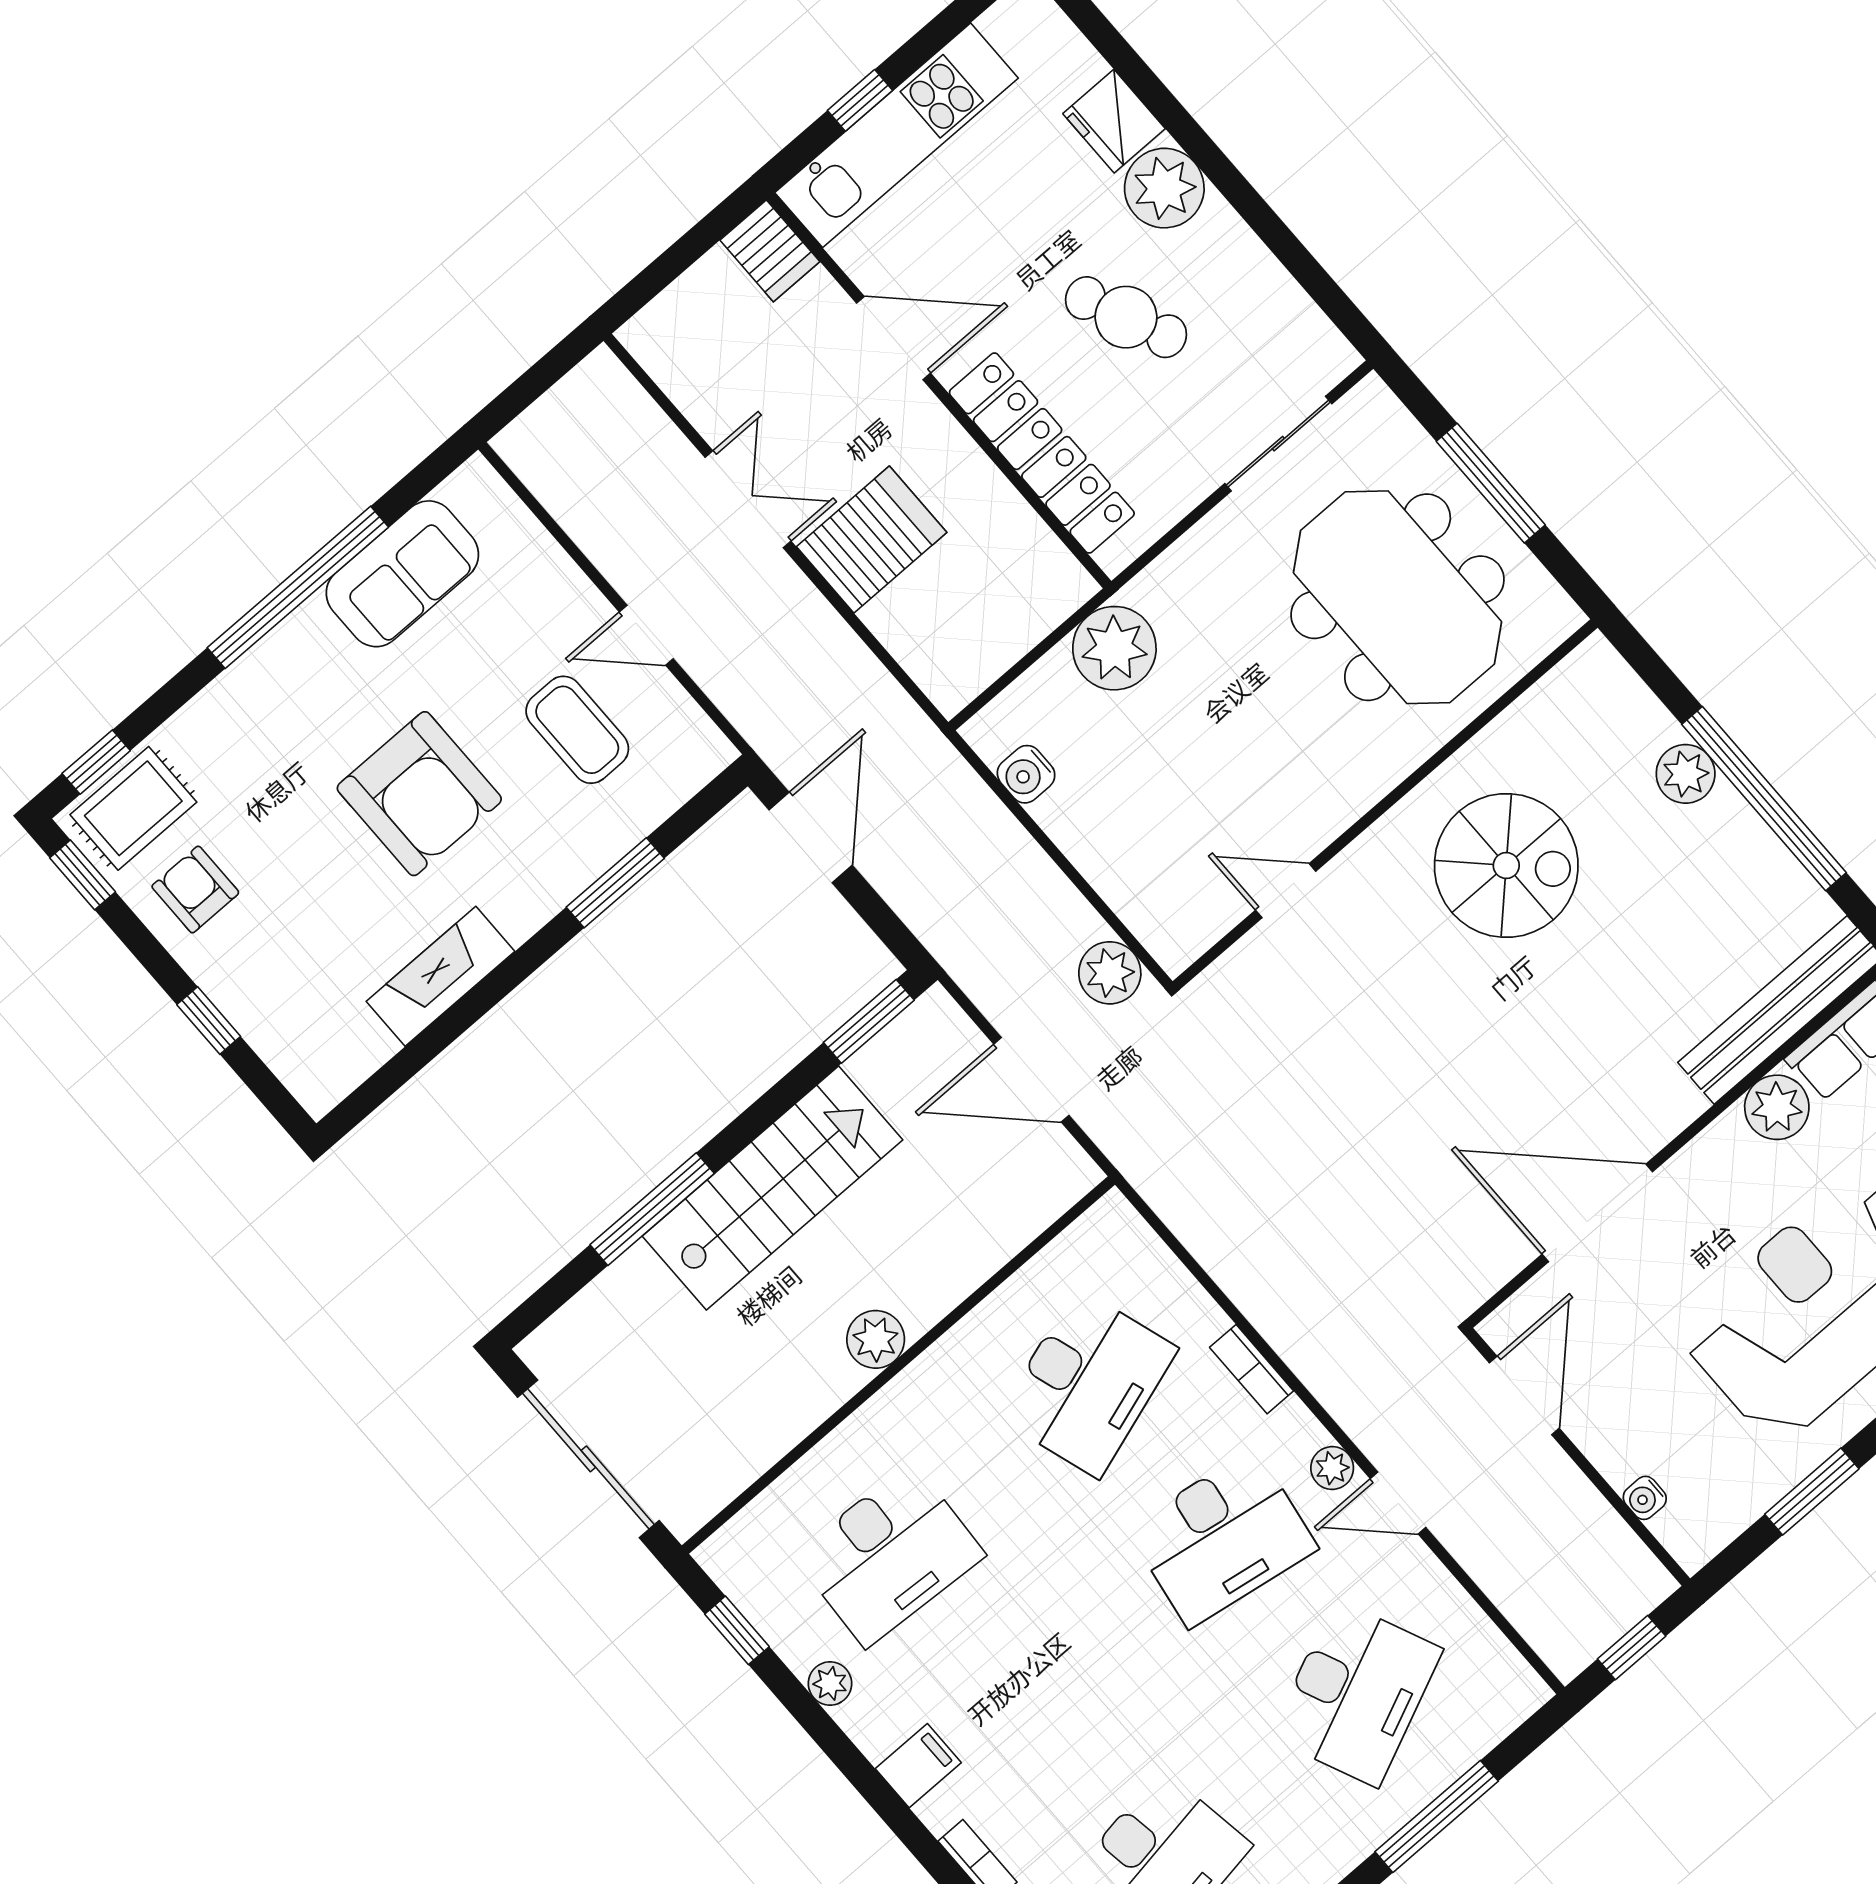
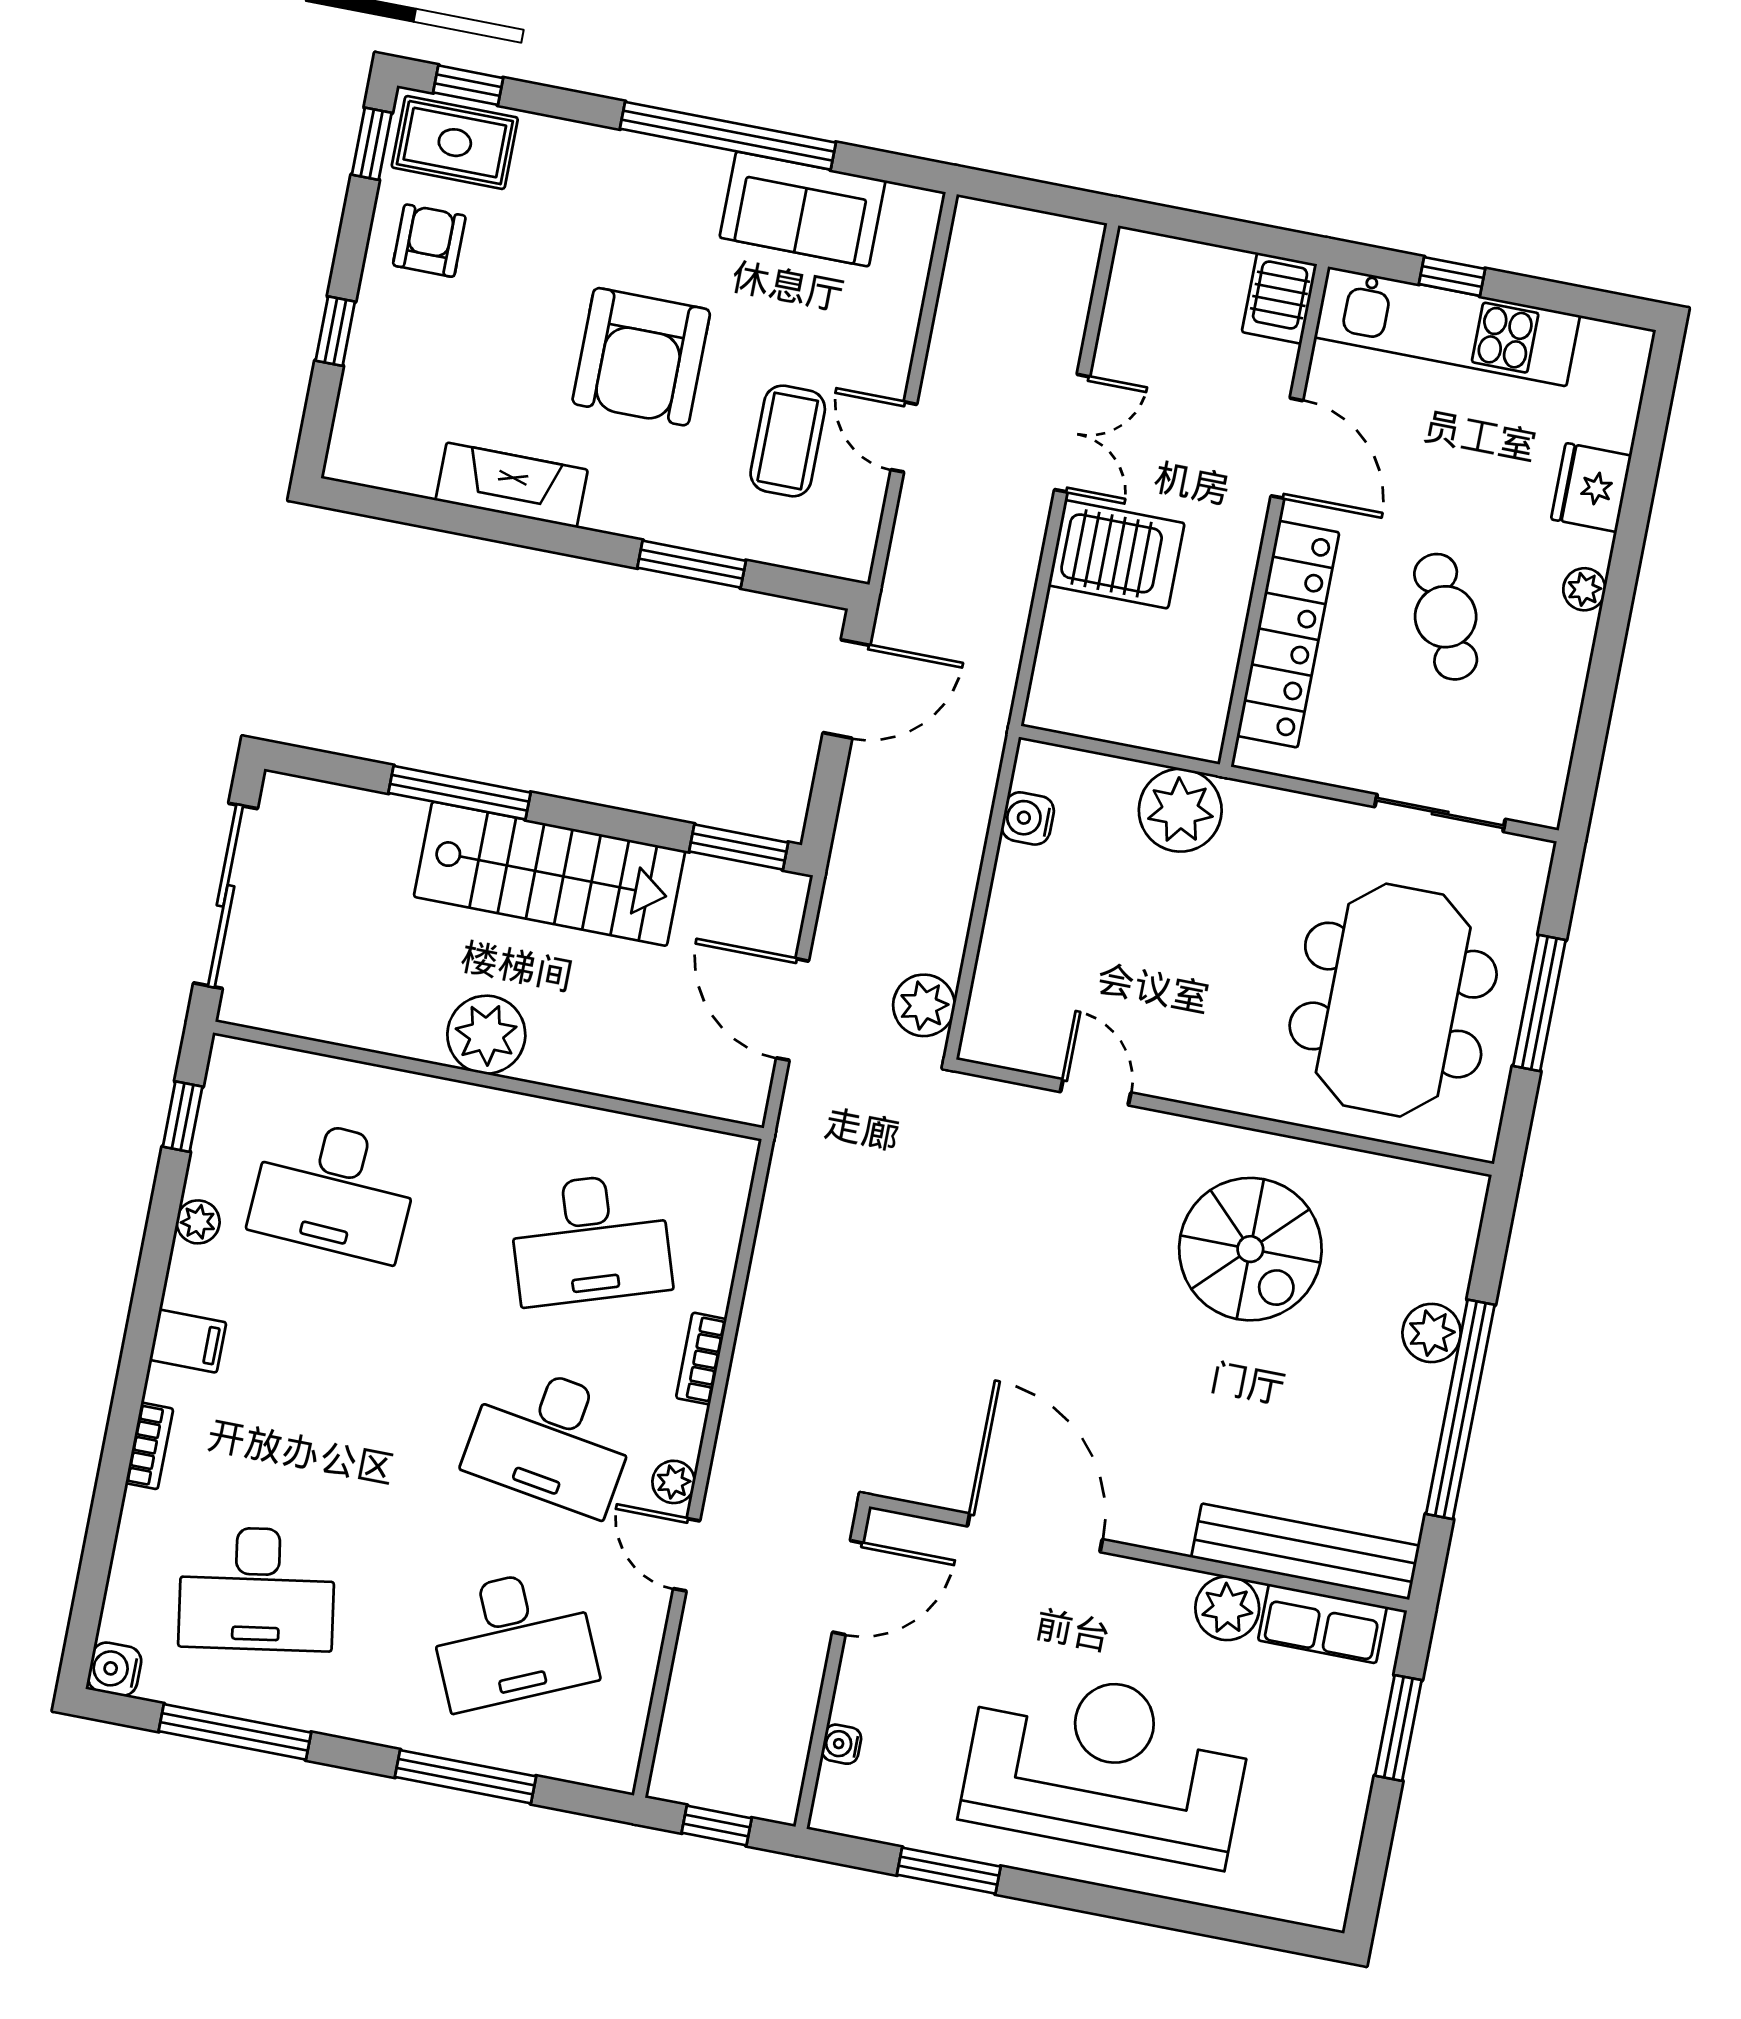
plant: (1164, 188) -> (1584, 589), width x0.53, depth x0.53
plant: (876, 1339) -> (486, 1035), width x1.36, depth x1.36

